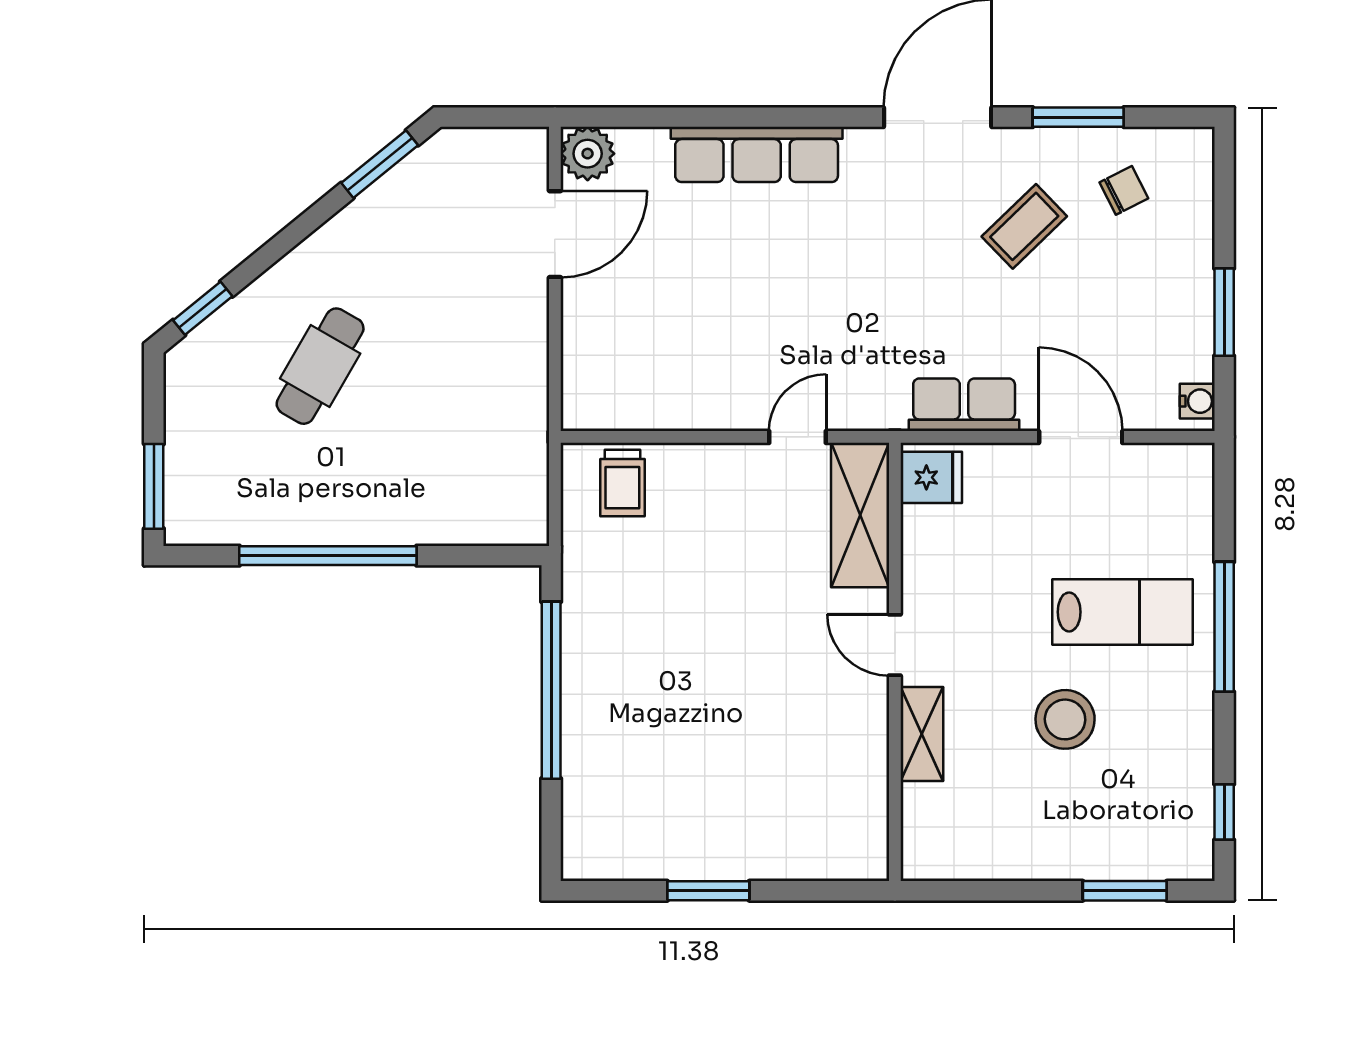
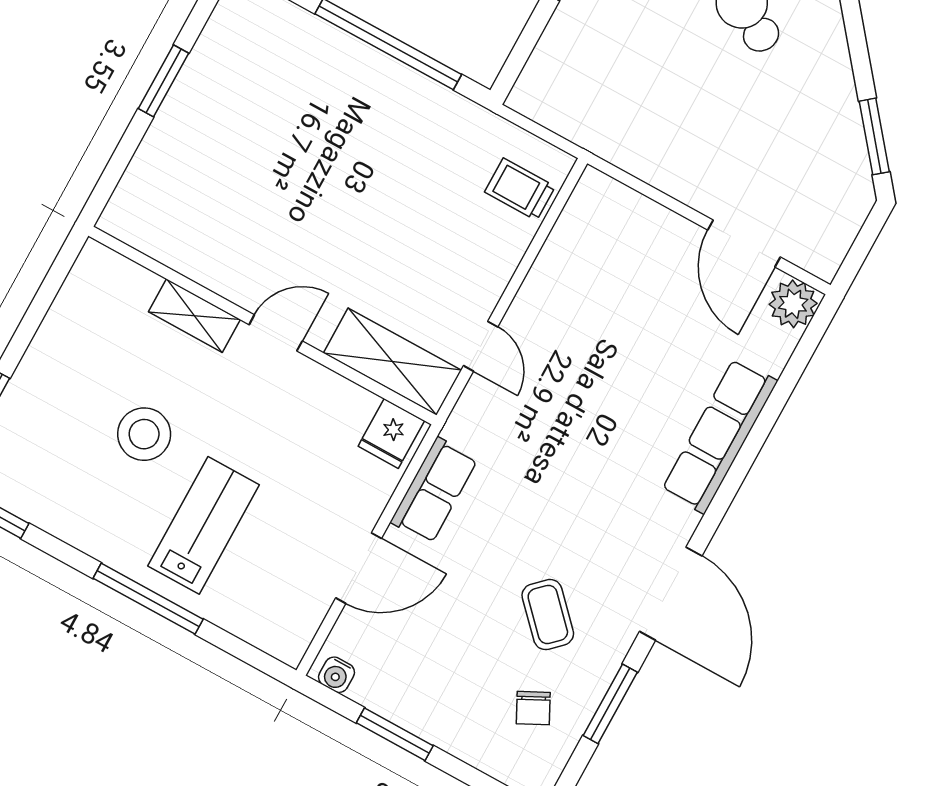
lab bench: (1122, 612) -> (204, 525), turned 180

